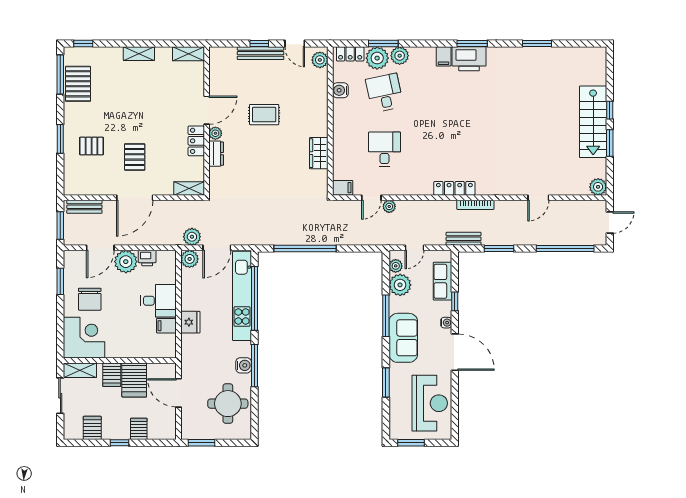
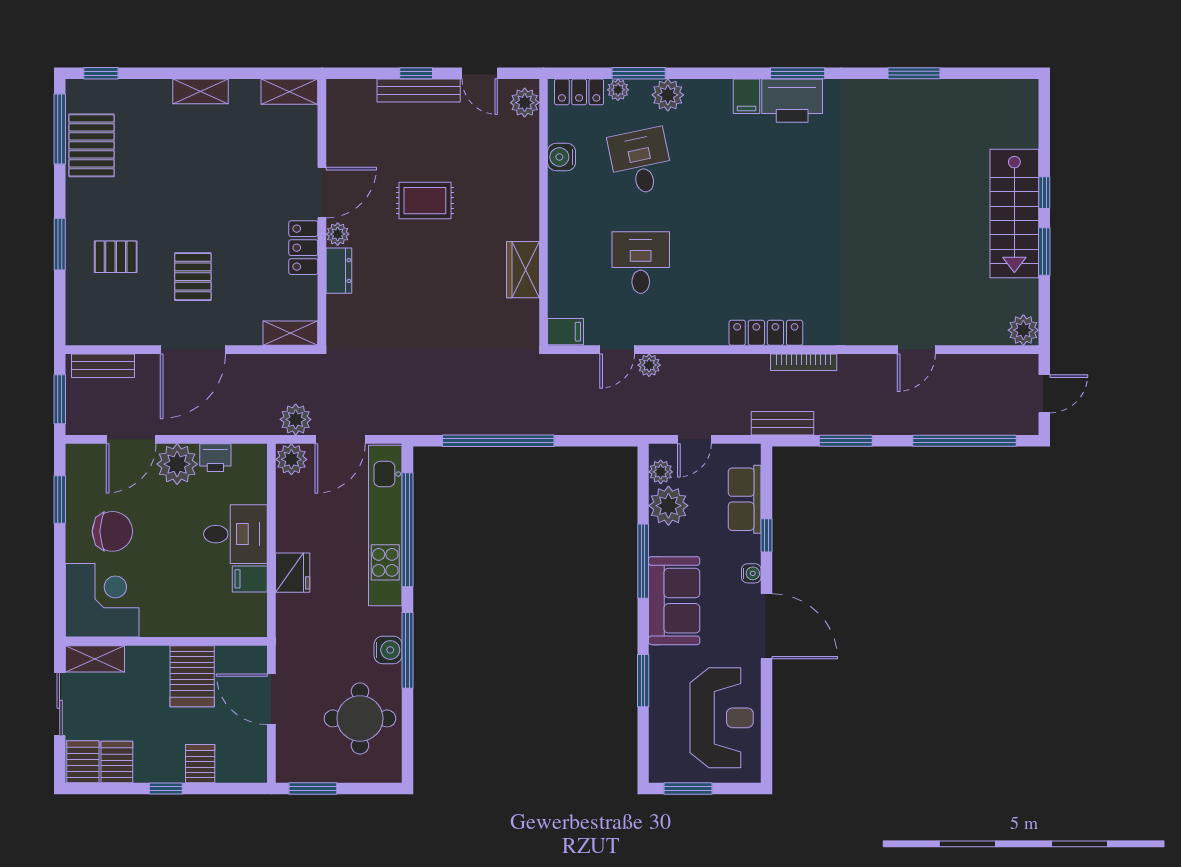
plant: (377, 58) -> (618, 90), width x0.53, depth x0.53
chair: (90, 299) -> (112, 531), turned -90
server rack: (112, 375) -> (83, 762), moved, turned 180

